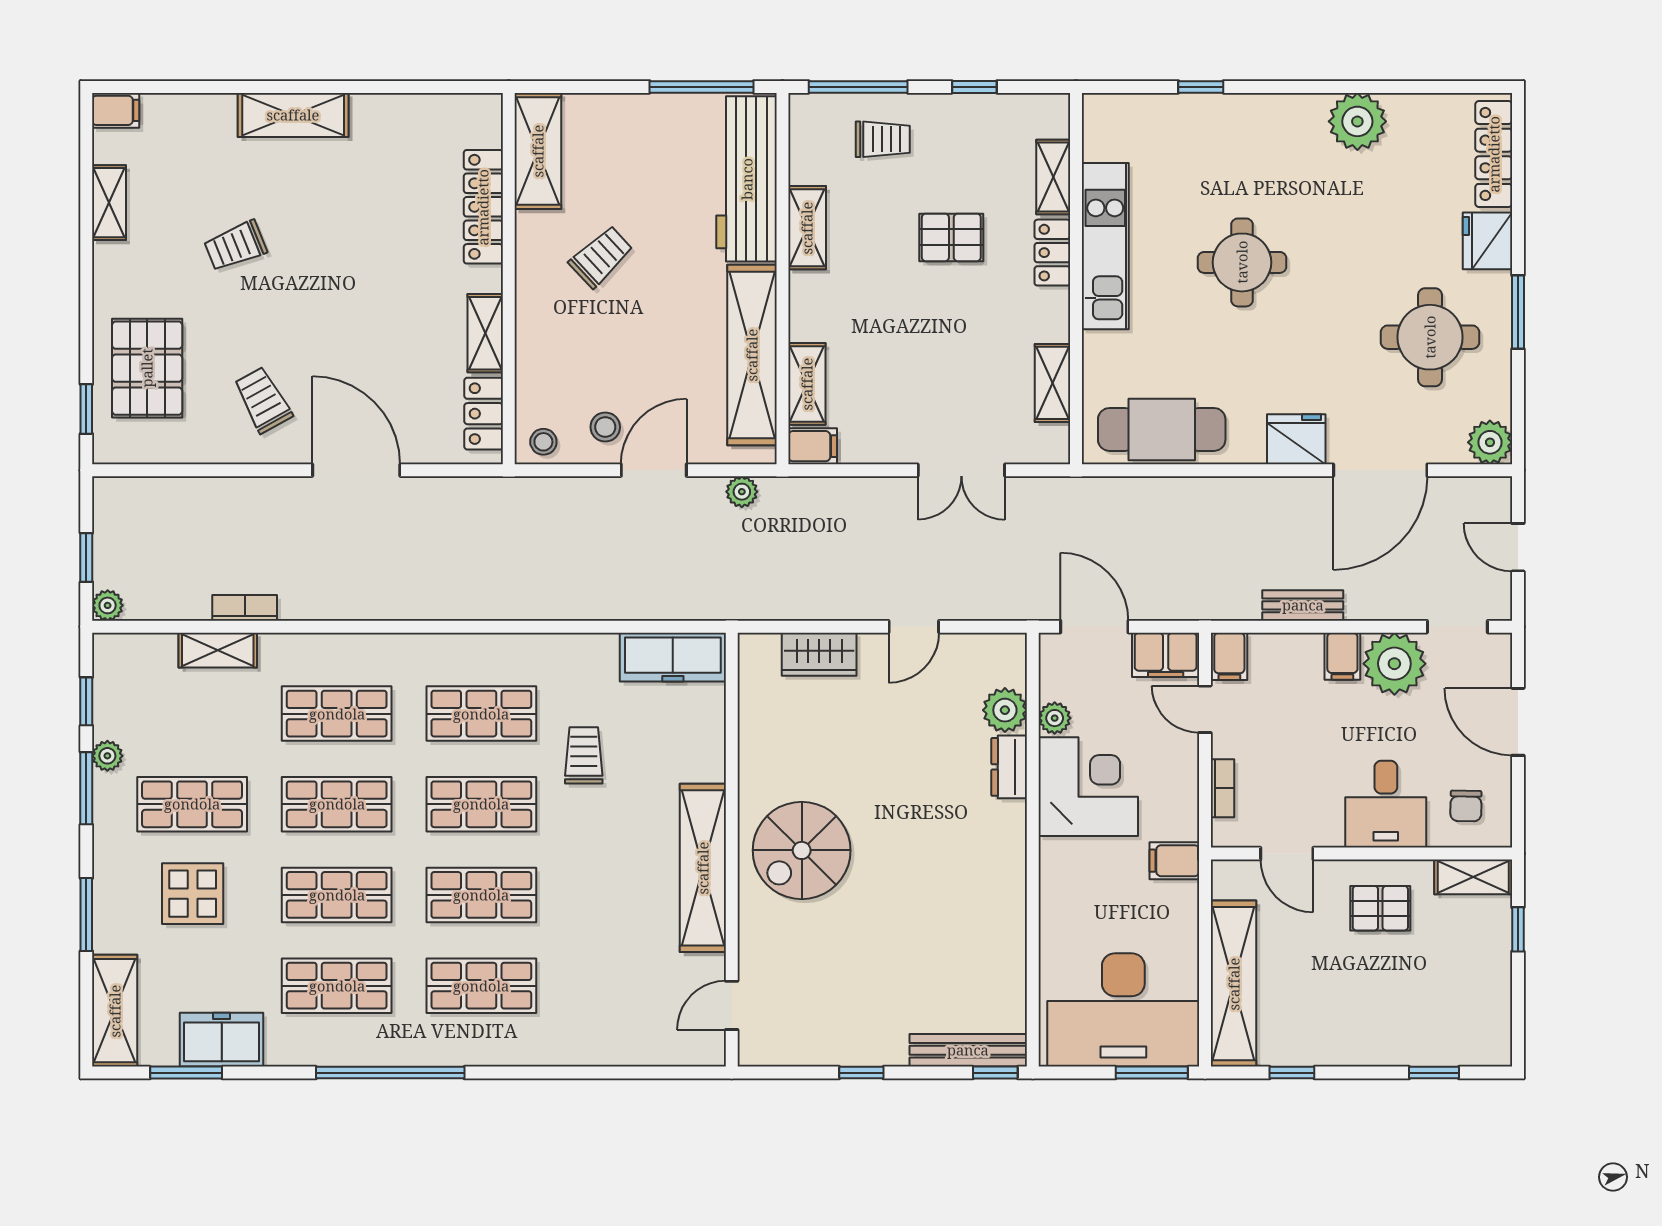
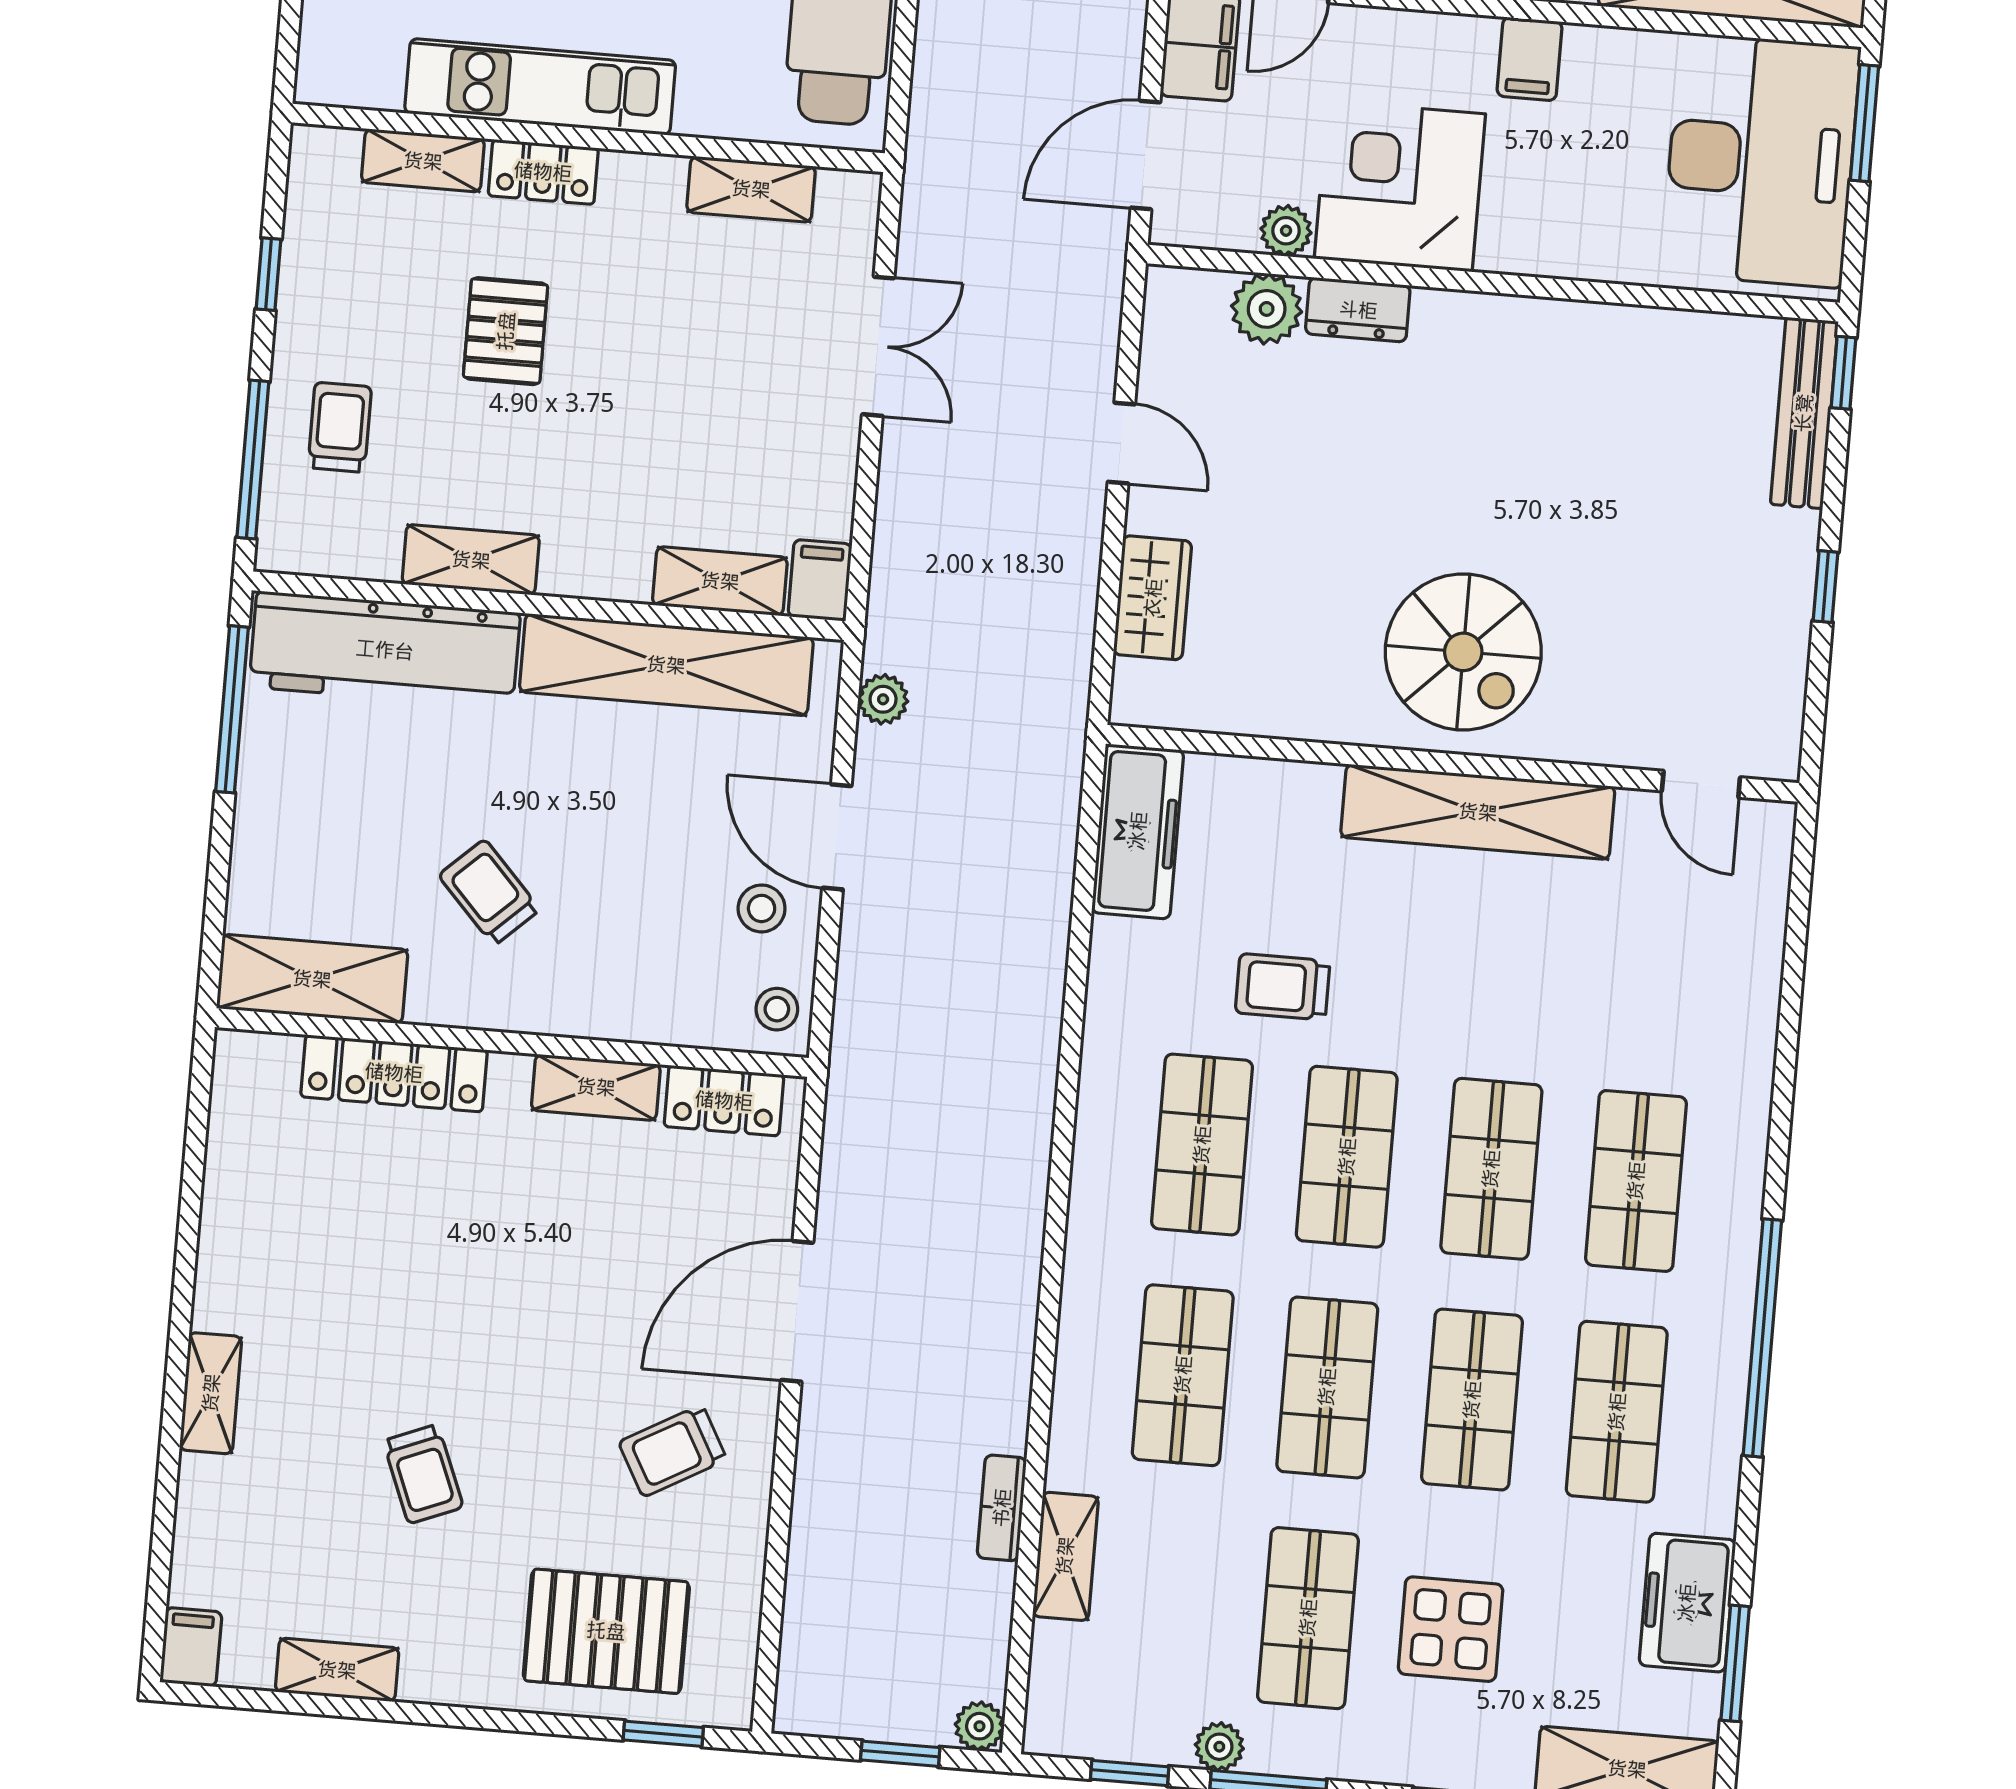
shelving: (293, 115) -> (211, 1393), width x0.67, depth x0.75

